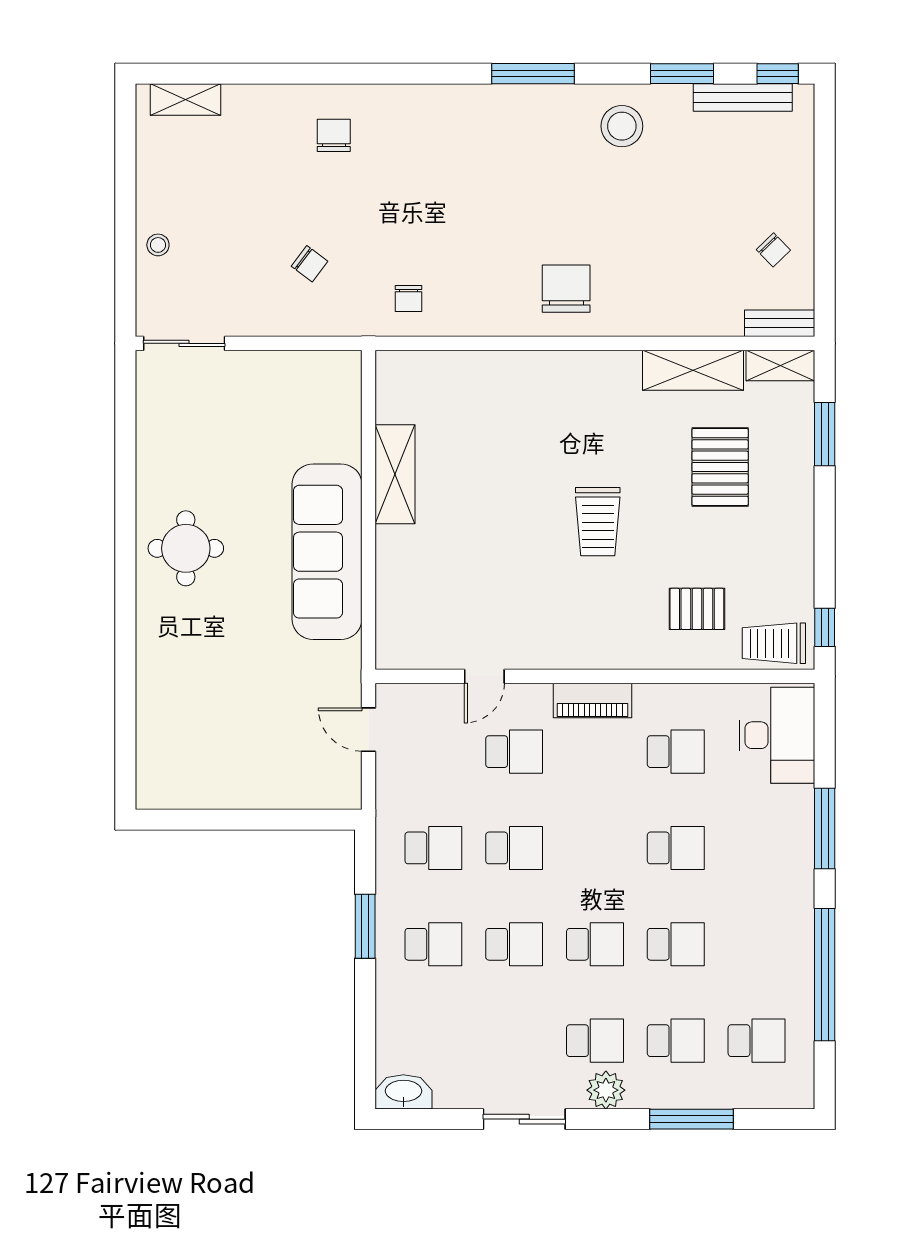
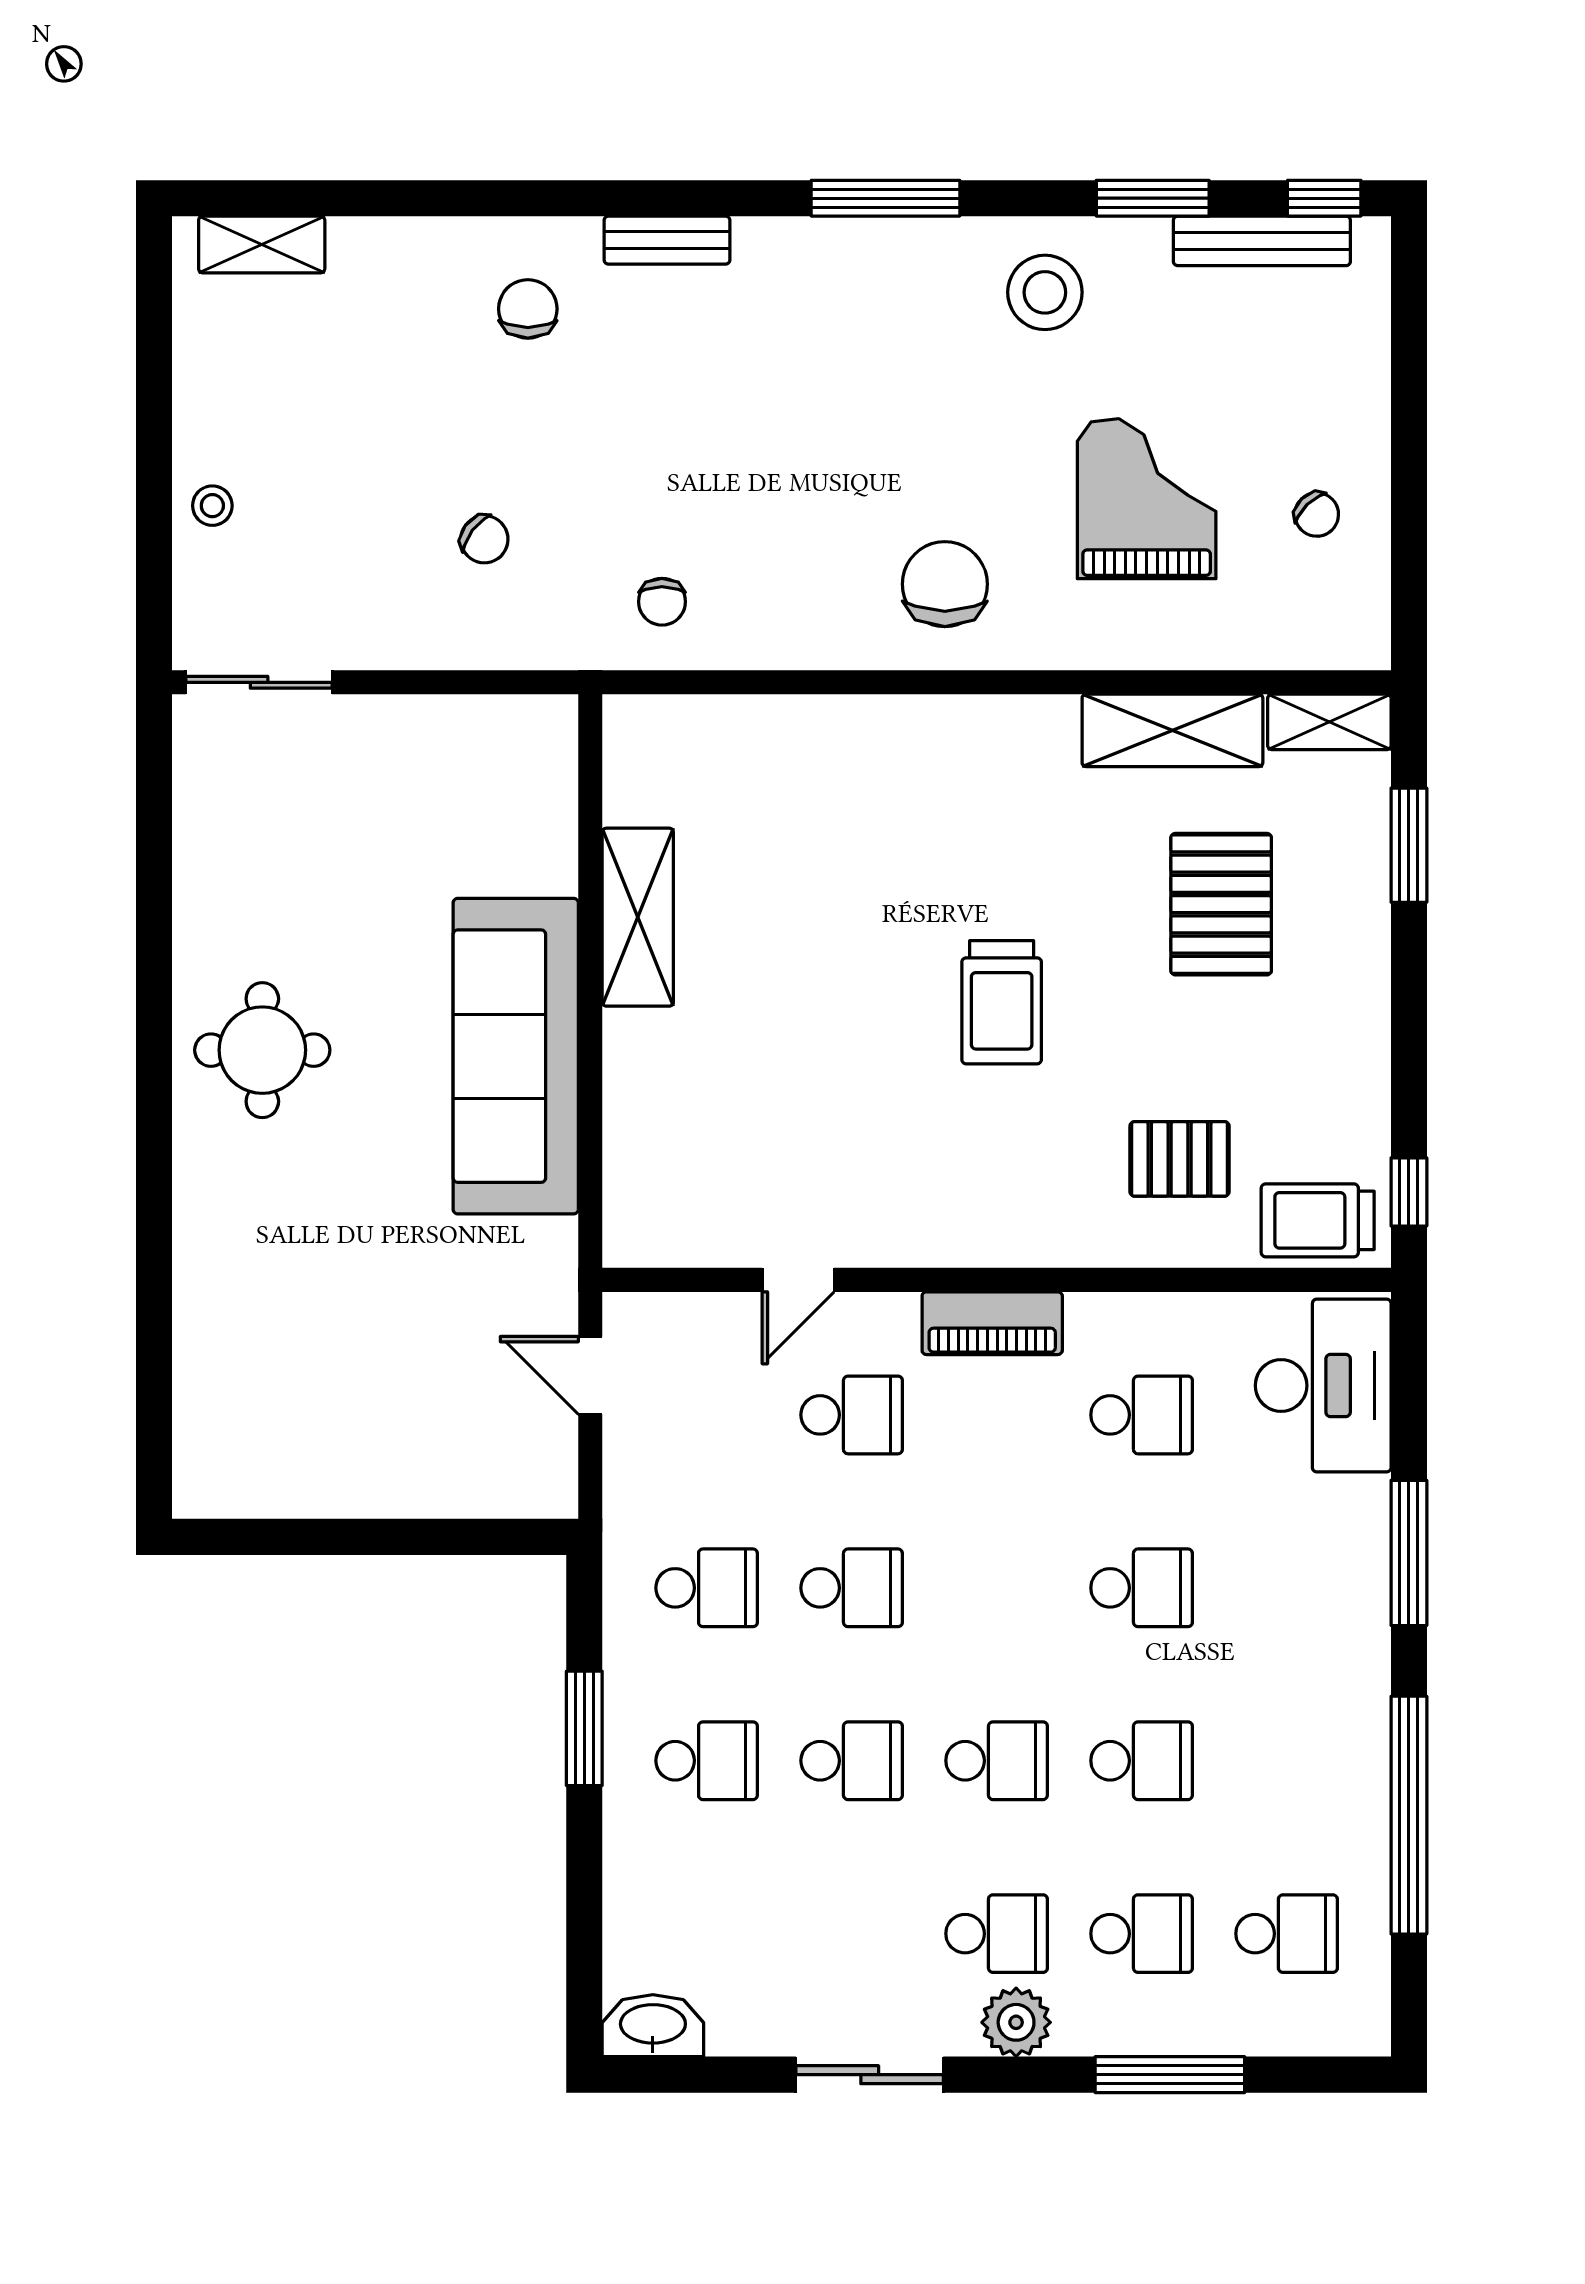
grand piano: (679, 241) -> (1147, 499), added
bench: (780, 323) -> (667, 240), moved

